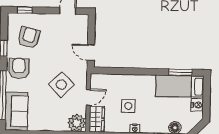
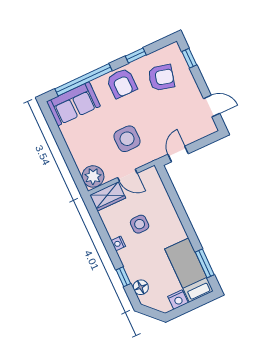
armchair: (19, 68) -> (122, 83), turned 90
side table: (61, 84) -> (127, 139), turned 45

